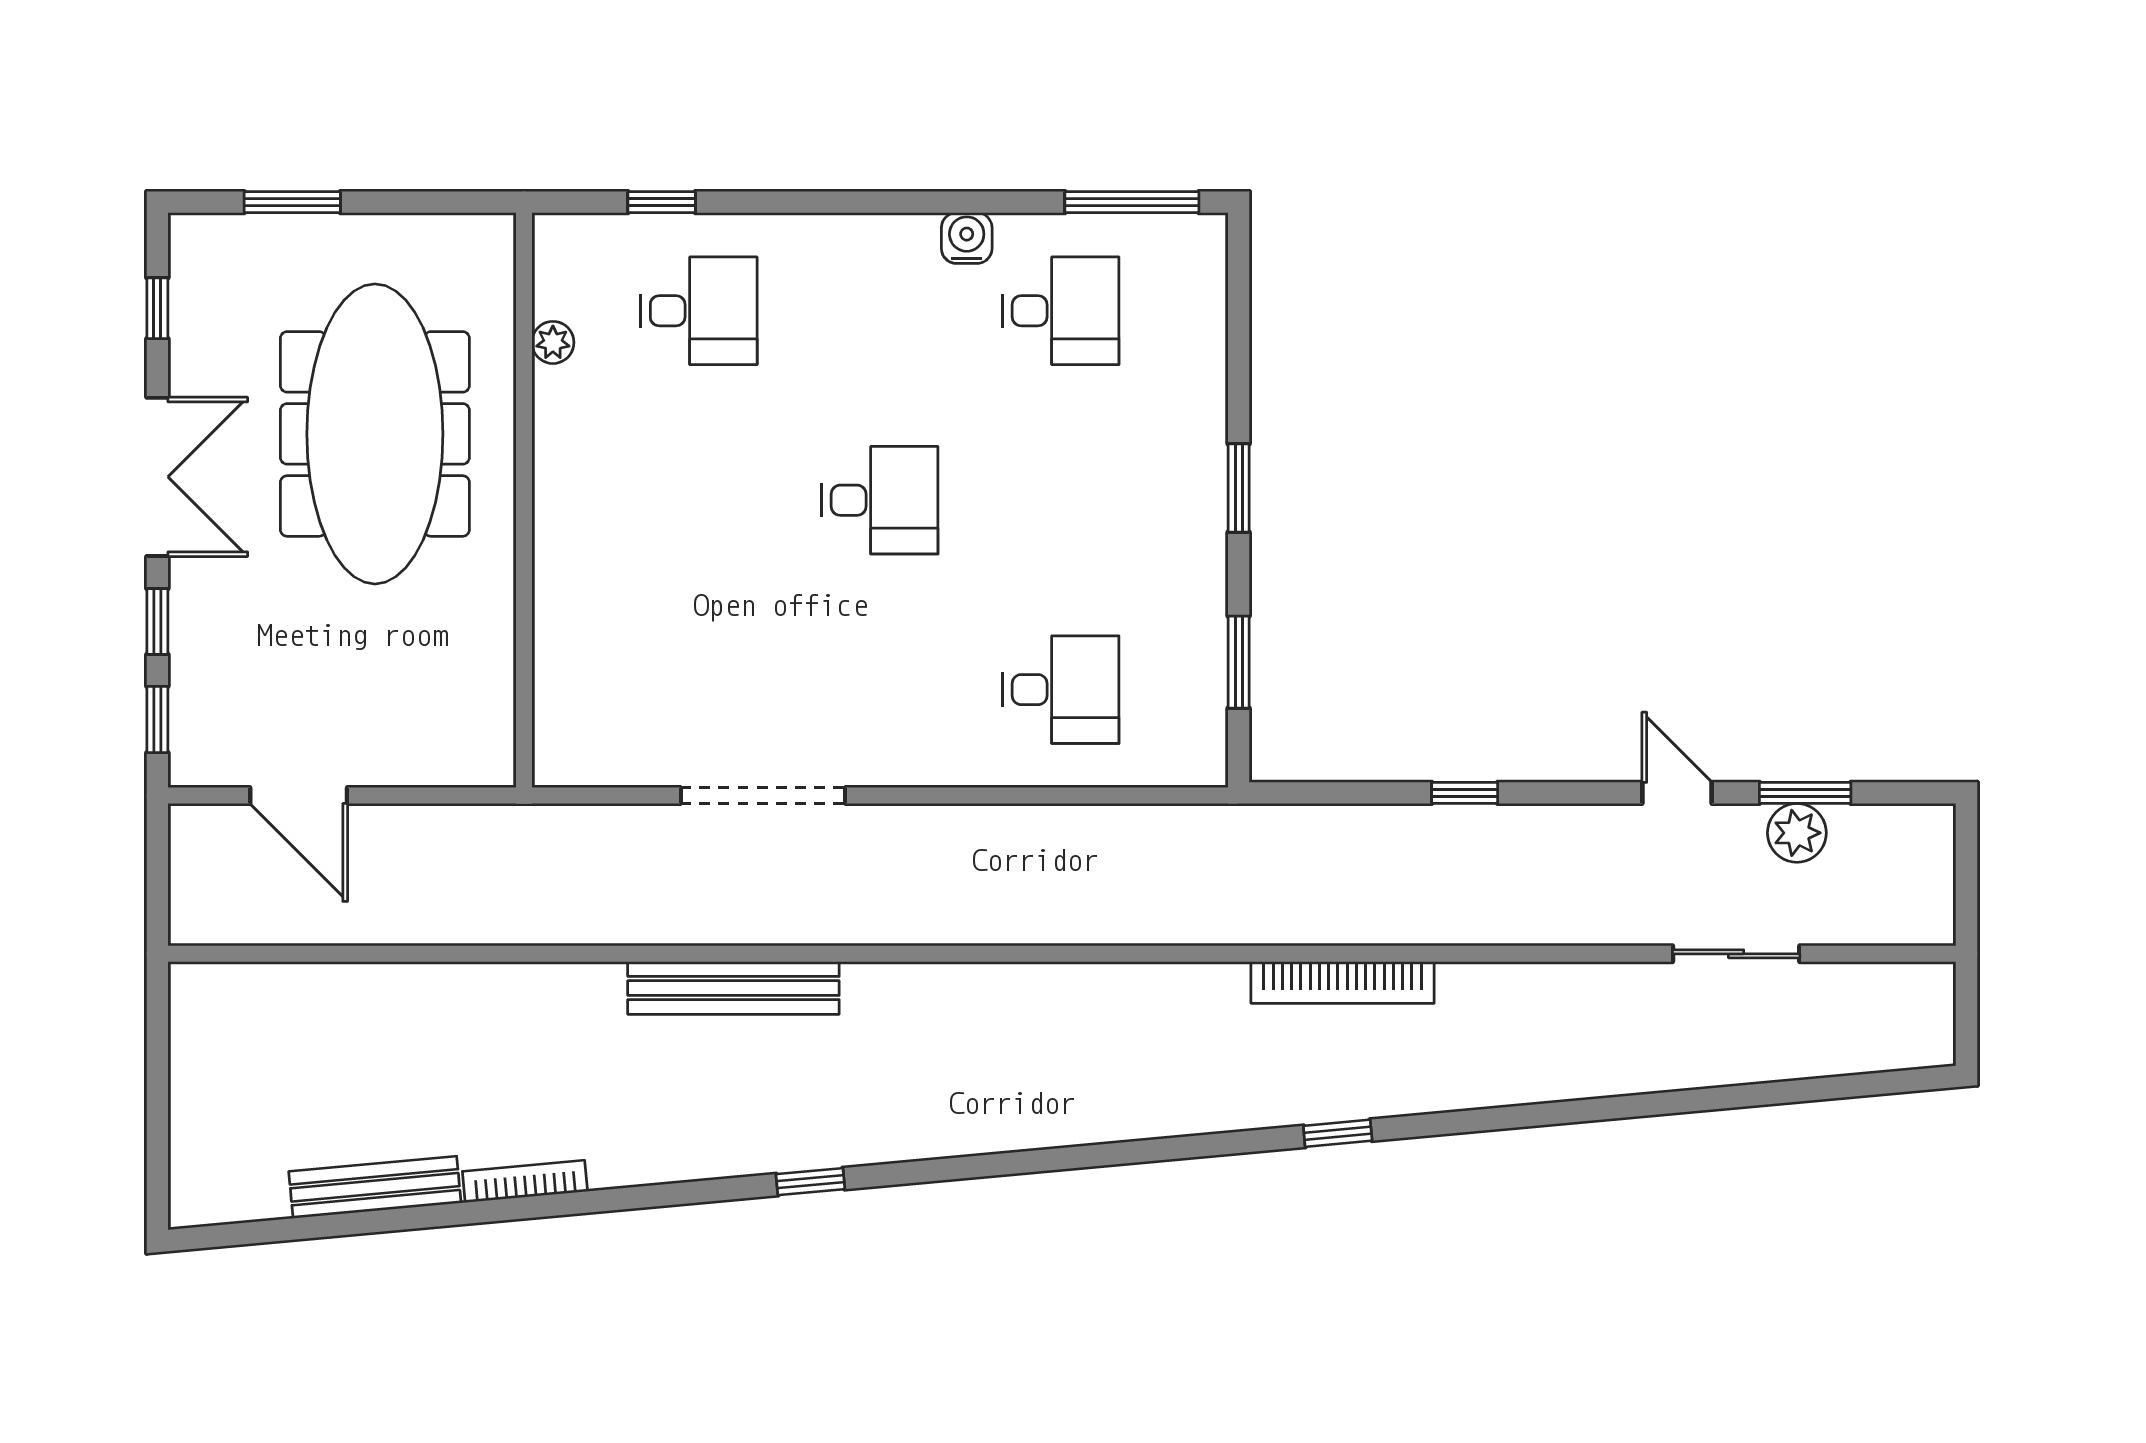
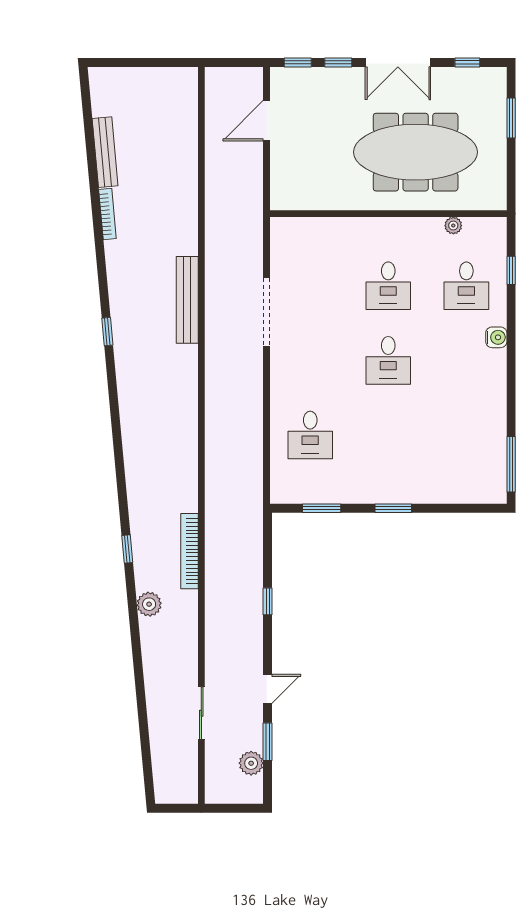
water cooler: (967, 238) -> (496, 337), moved
desk: (1061, 311) -> (388, 286), moved
plant: (1797, 833) -> (251, 763), moved
plant: (1471, 1080) -> (149, 604), added

